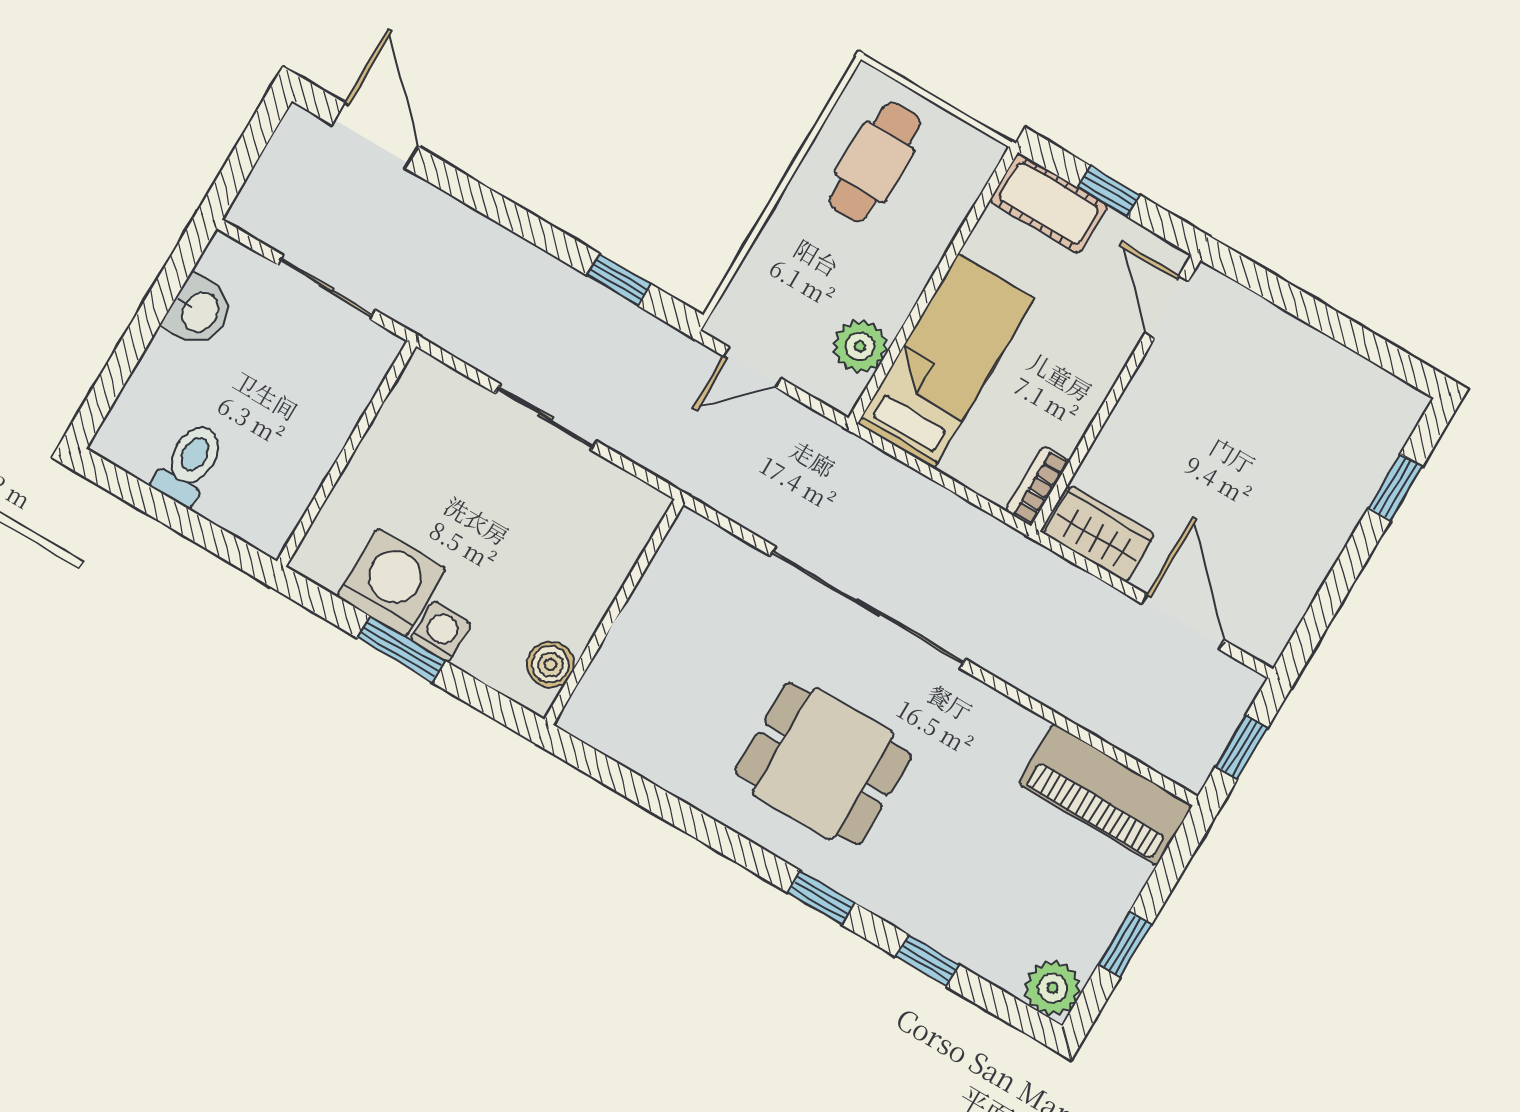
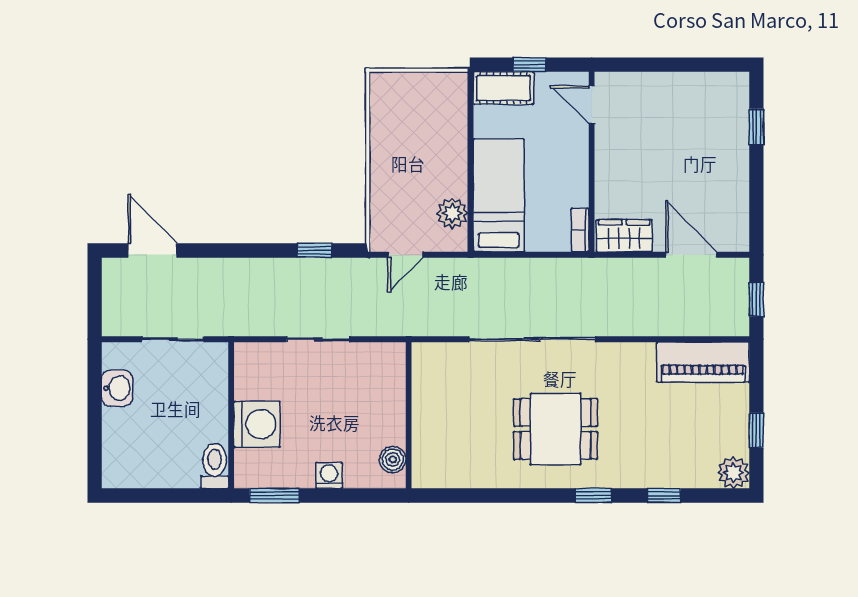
cafe table: (875, 162) -> (406, 118), removed
toilet: (189, 464) -> (215, 466), moved
washing machine: (392, 582) -> (257, 424), moved, turned 90
window: (401, 649) -> (274, 496), moved

